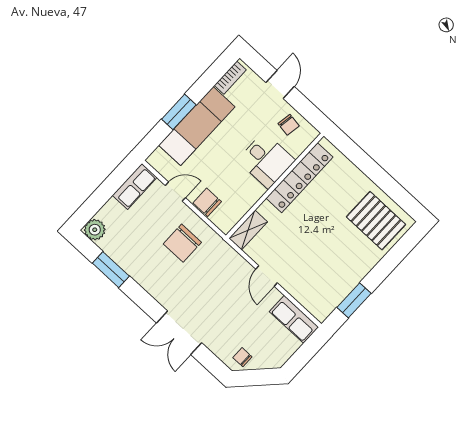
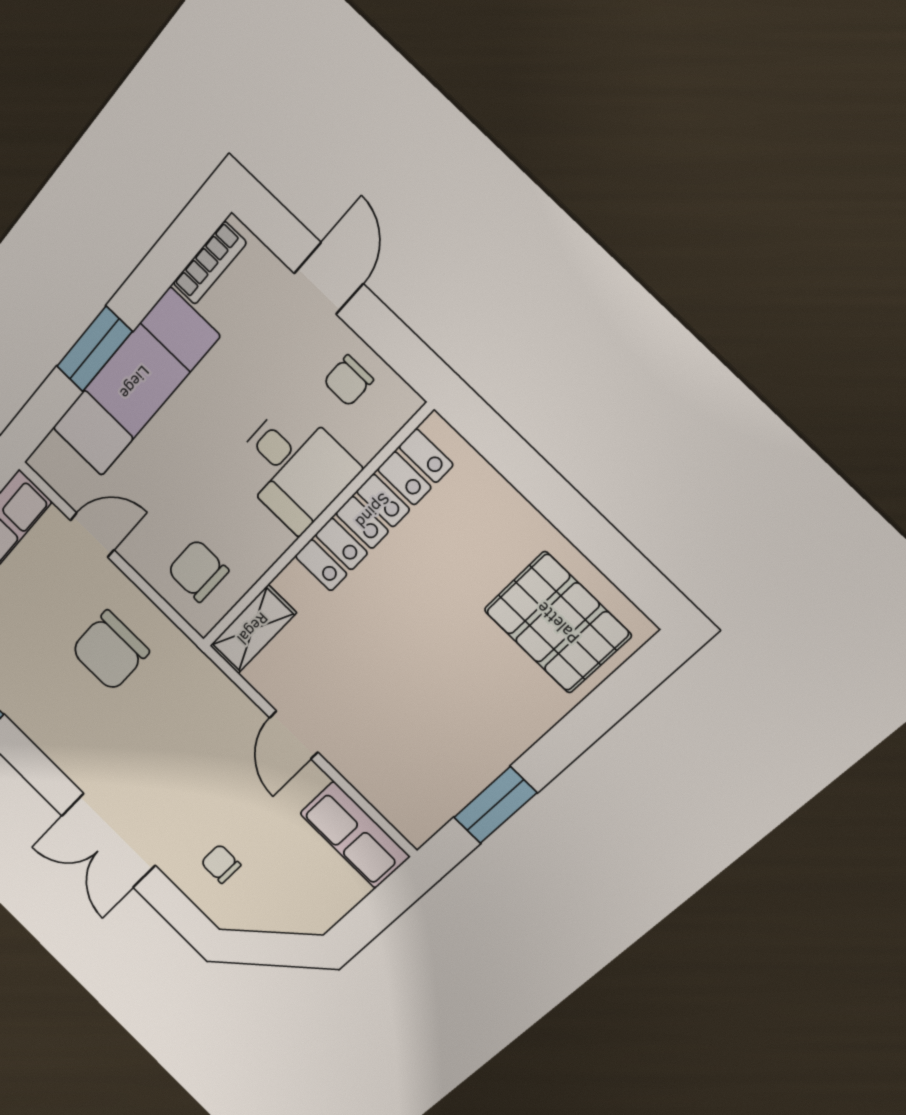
chair: (289, 125) -> (348, 381), turned 81
chair: (207, 202) -> (198, 571), moved
chair: (242, 357) -> (221, 864), moved

